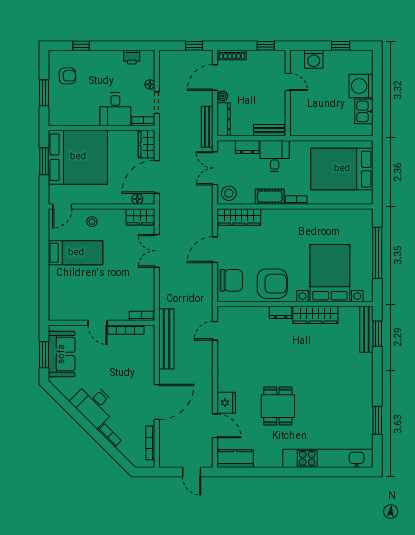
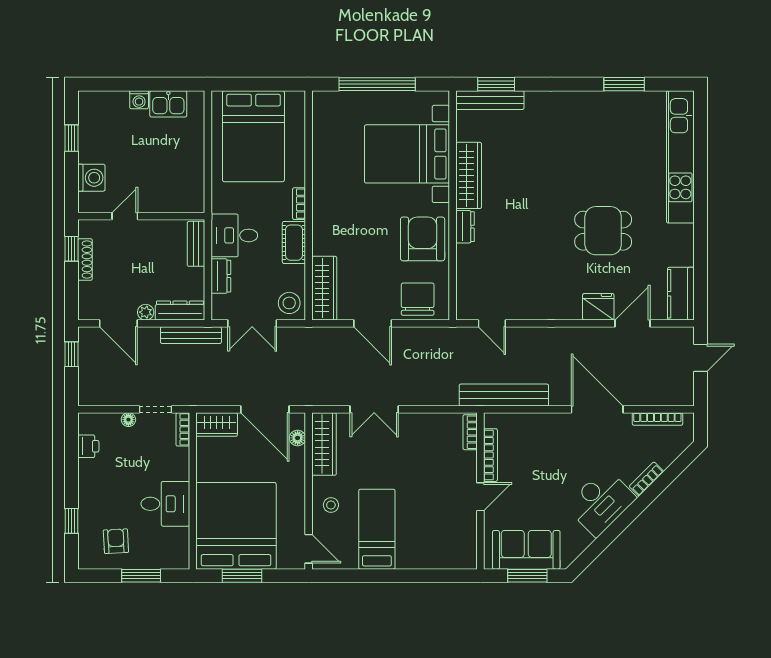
shoe rack: (232, 55) -> (85, 259), moved
washing machine: (361, 86) -> (139, 100), width x0.53, depth x0.53
desk: (115, 109) -> (165, 504), moved
wardrobe: (140, 217) -> (324, 444), width x1.50

